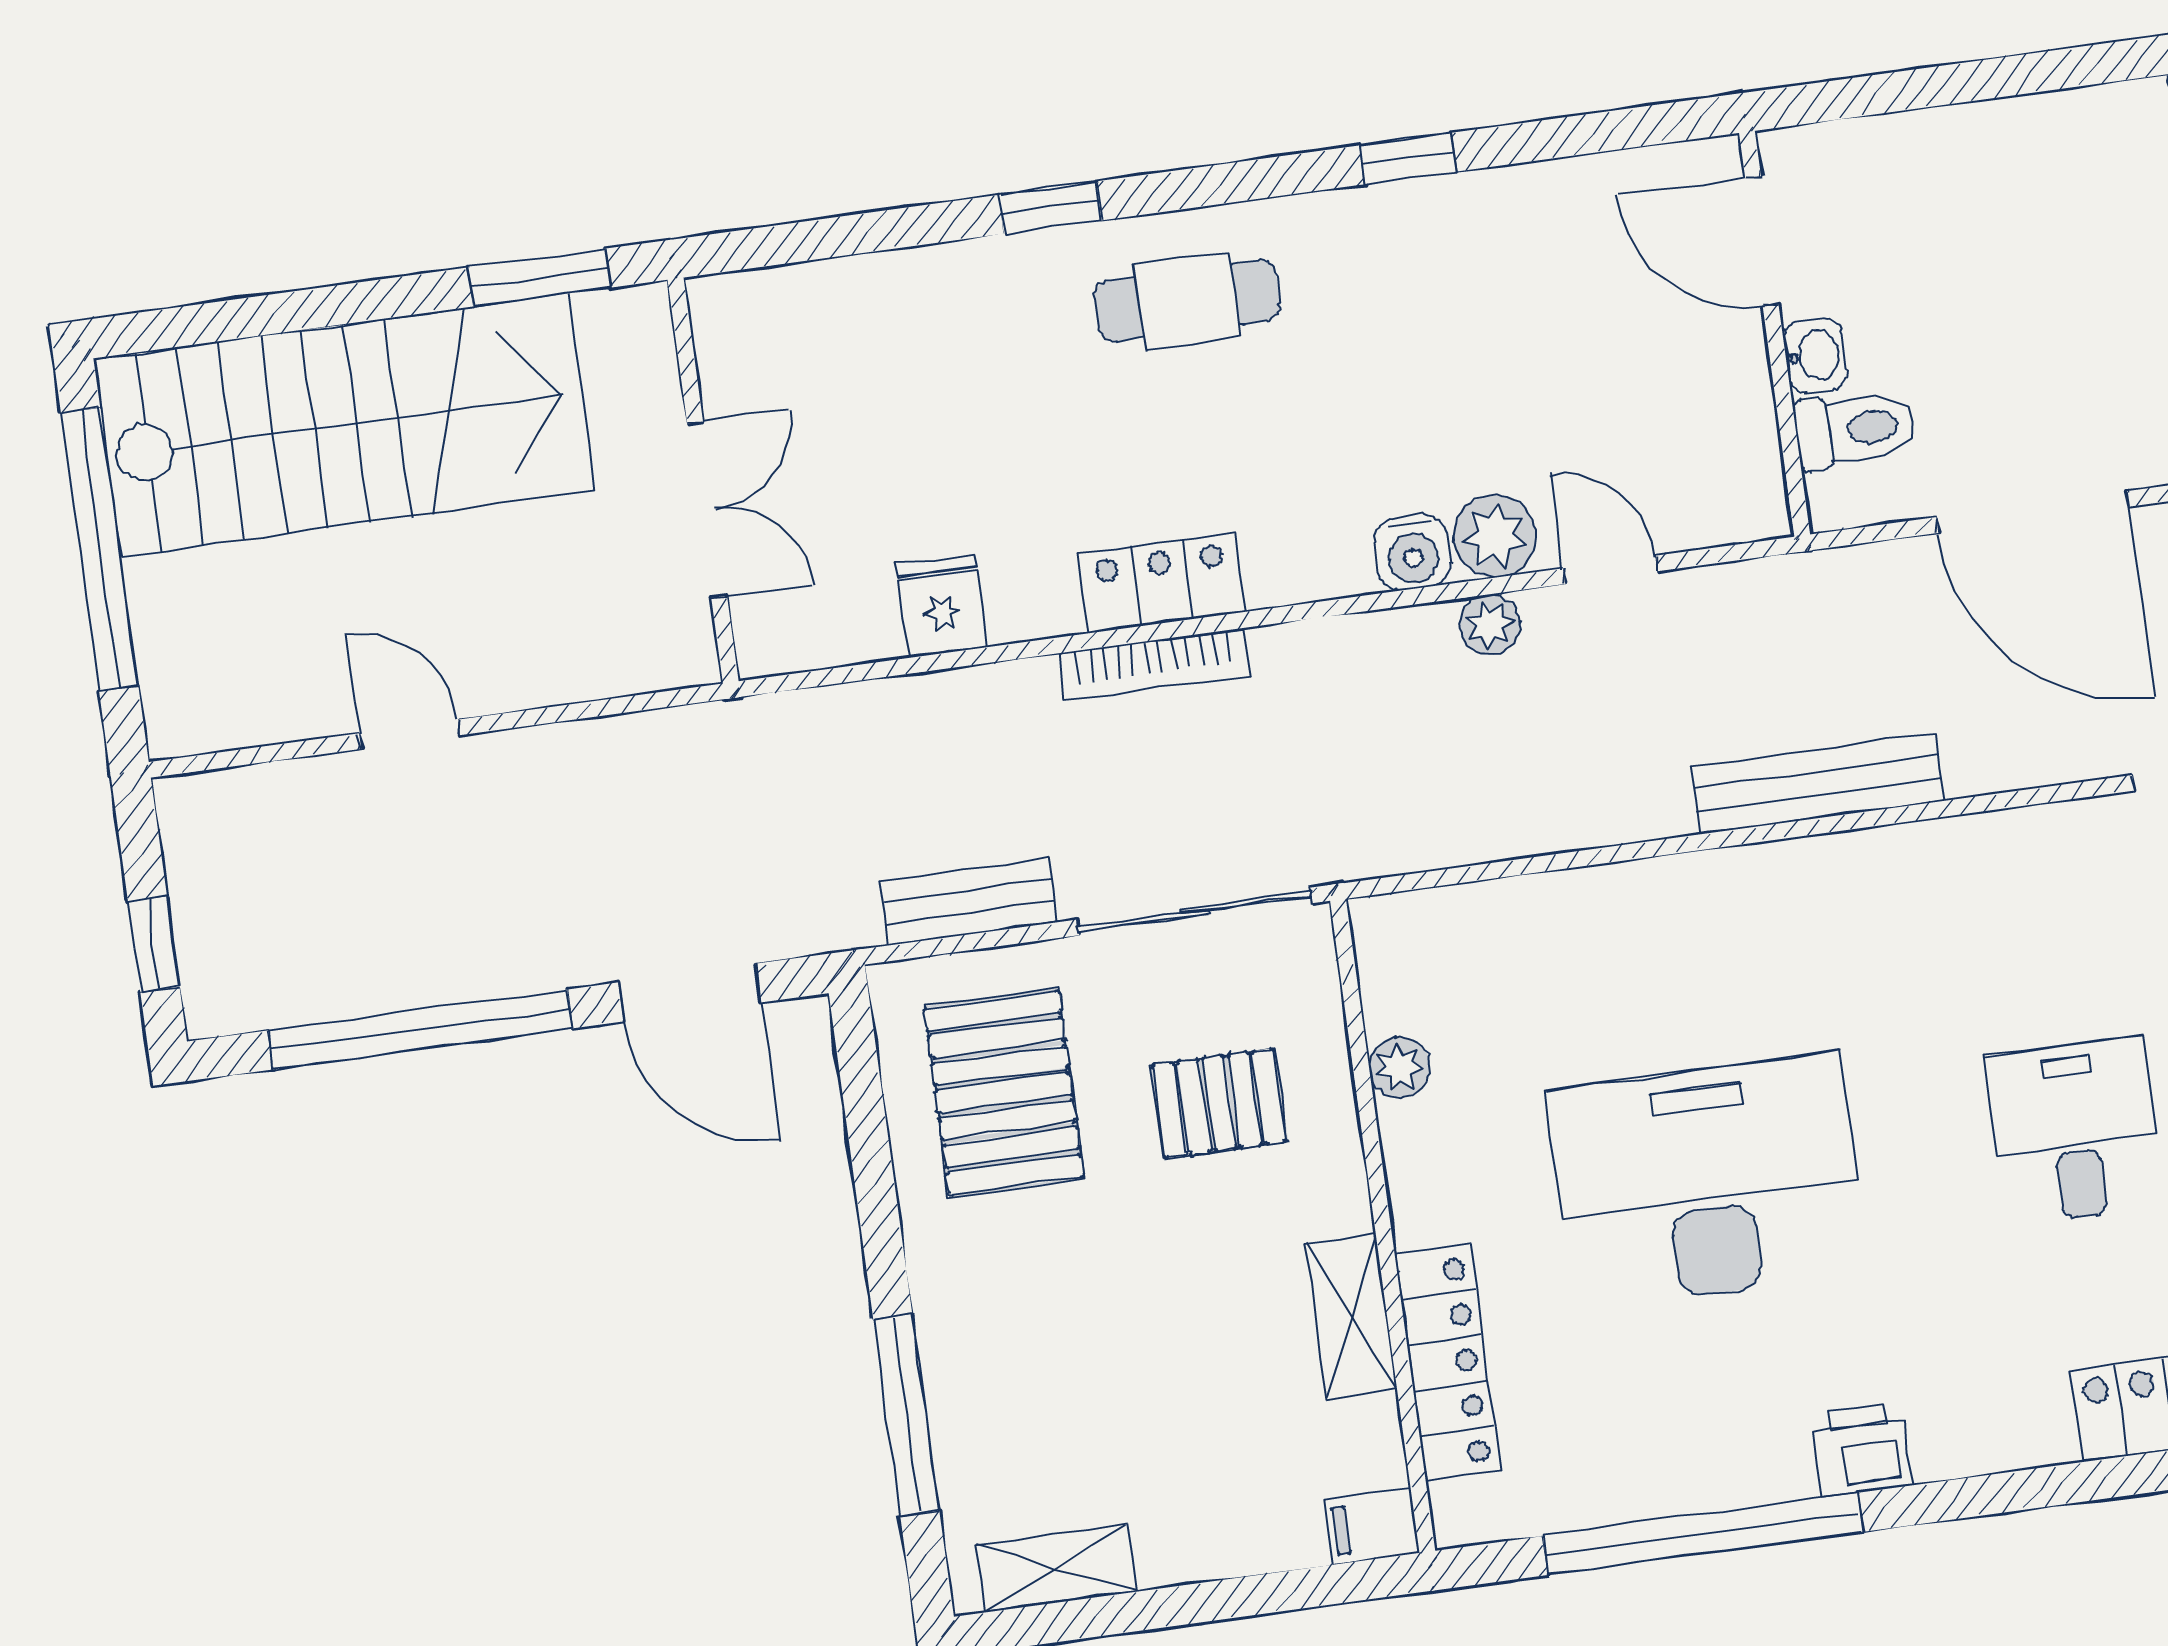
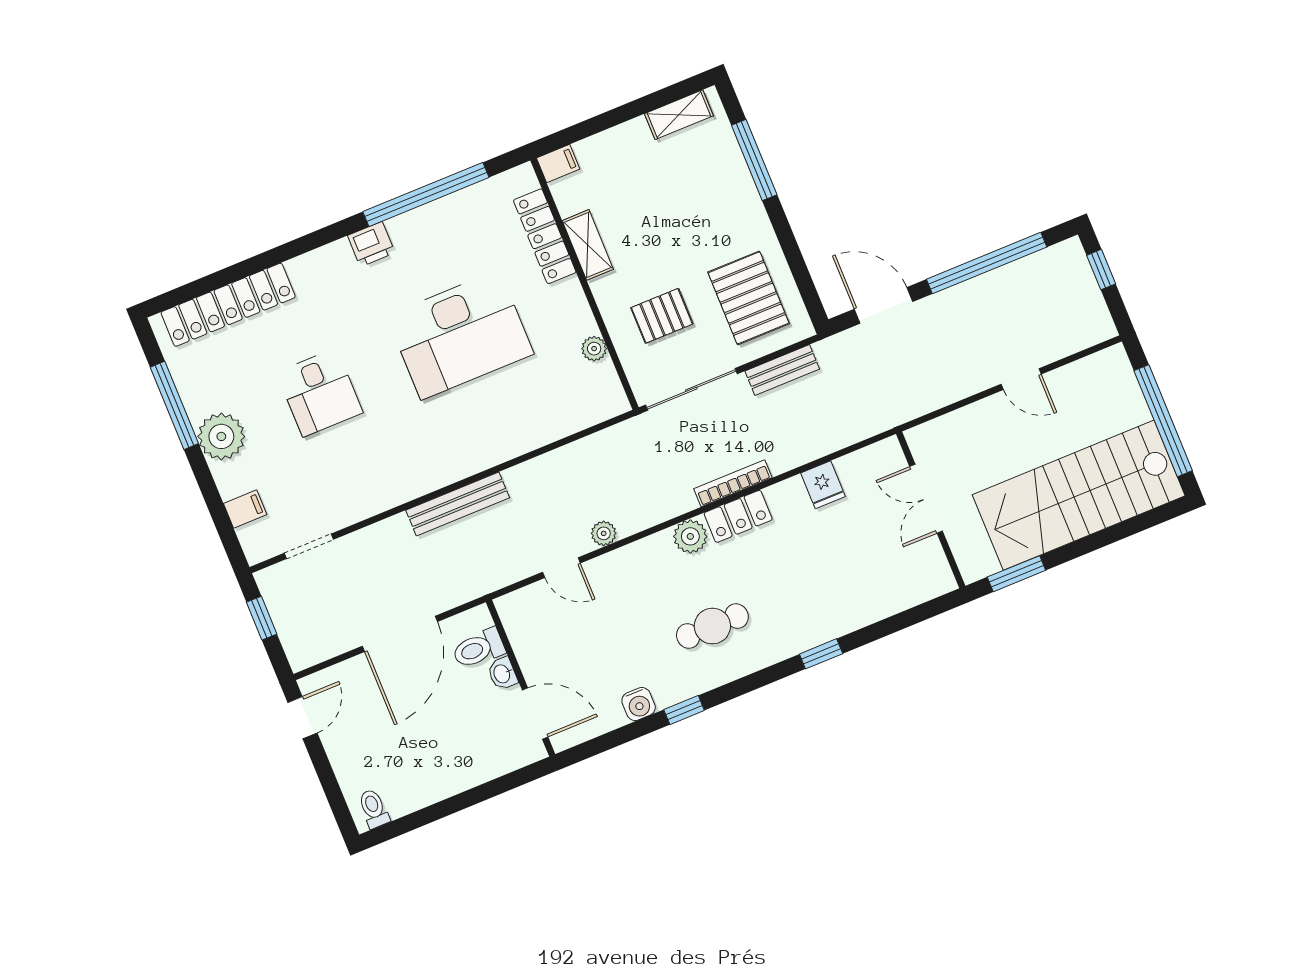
cafe table: (1187, 301) -> (712, 626), moved
door: (2033, 512) -> (400, 634), swing flipped
plant: (1495, 536) -> (690, 536), moved
water cooler: (1413, 553) -> (639, 704), moved, turned 180

